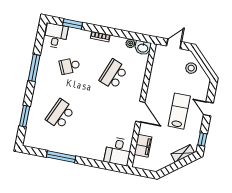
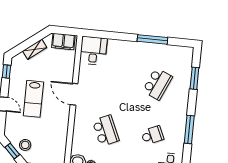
window: (204, 64) -> (12, 151), added
school desk: (114, 74) -> (106, 131), turned -45
filing cabinet: (143, 146) -> (63, 41), moved, turned -90
shelving: (183, 153) -> (35, 49), moved

